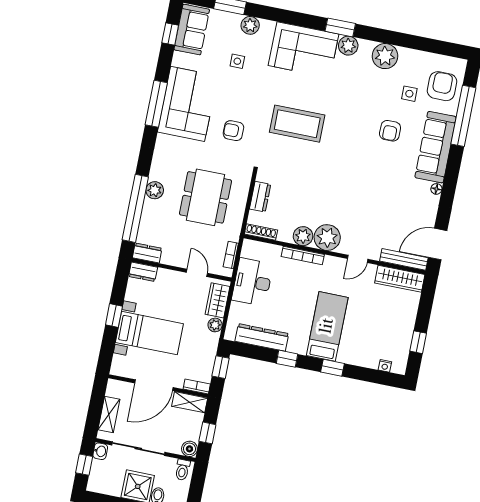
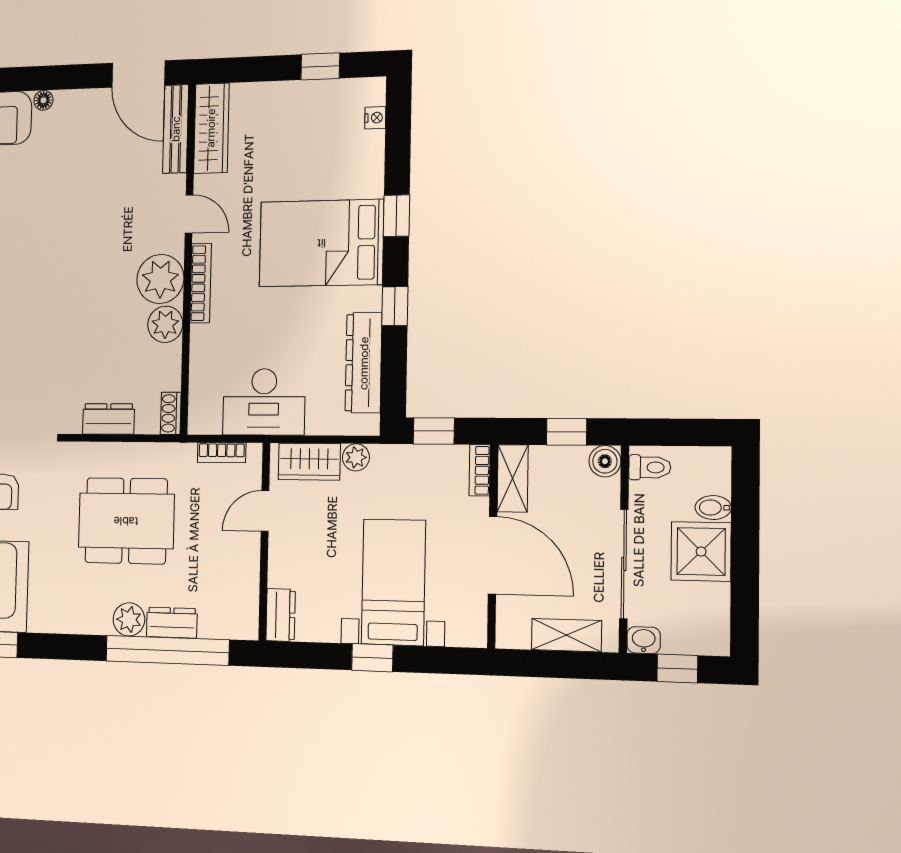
shoe rack: (261, 232) -> (171, 413), width x0.70
dresser: (147, 253) -> (172, 623), moved, turned 90
bookcase: (303, 255) -> (201, 283), moved
bed: (327, 326) -> (321, 243), width x1.50

